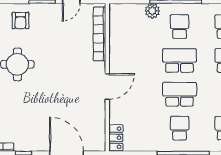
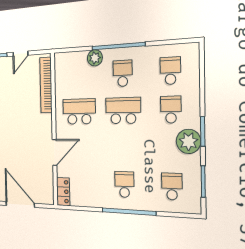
door: (107, 86) -> (55, 152), moved
school desk: (180, 94) -> (79, 111), moved

